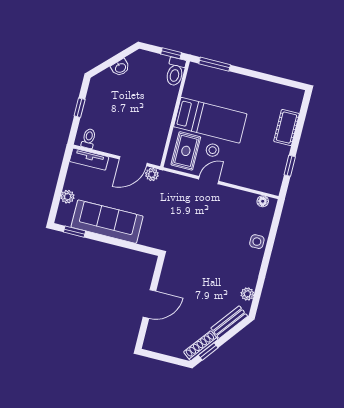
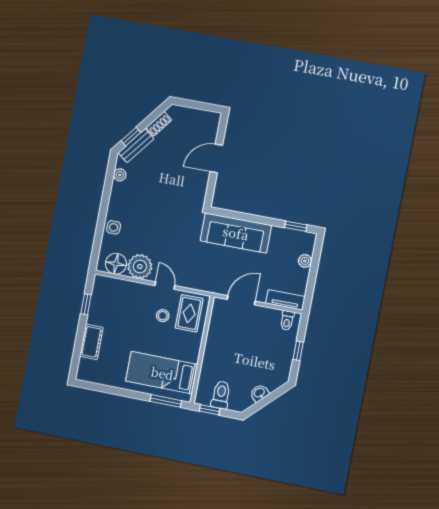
toilet: (175, 72) -> (221, 395), moved
bed: (210, 120) -> (162, 373), moved
plant: (152, 174) -> (140, 267), moved, width x1.88, depth x1.88
door: (209, 180) -> (165, 286), swing flipped
floor lamp: (263, 201) -> (116, 264), width x1.89, depth x1.89
sofa: (107, 222) -> (236, 233), moved
shoe rack: (201, 346) -> (159, 124), width x0.70
window: (208, 352) -> (131, 137), moved

